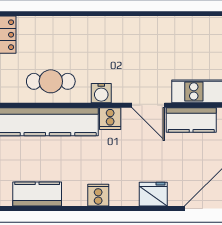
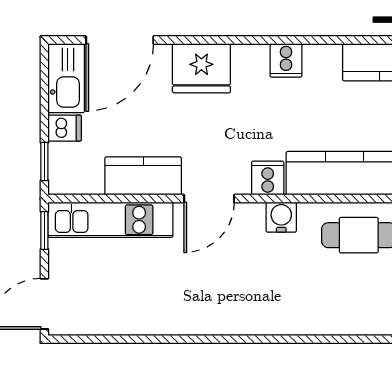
door: (148, 105) -> (209, 199), swing flipped
fridge: (153, 194) -> (201, 68), width x1.36, depth x1.34

